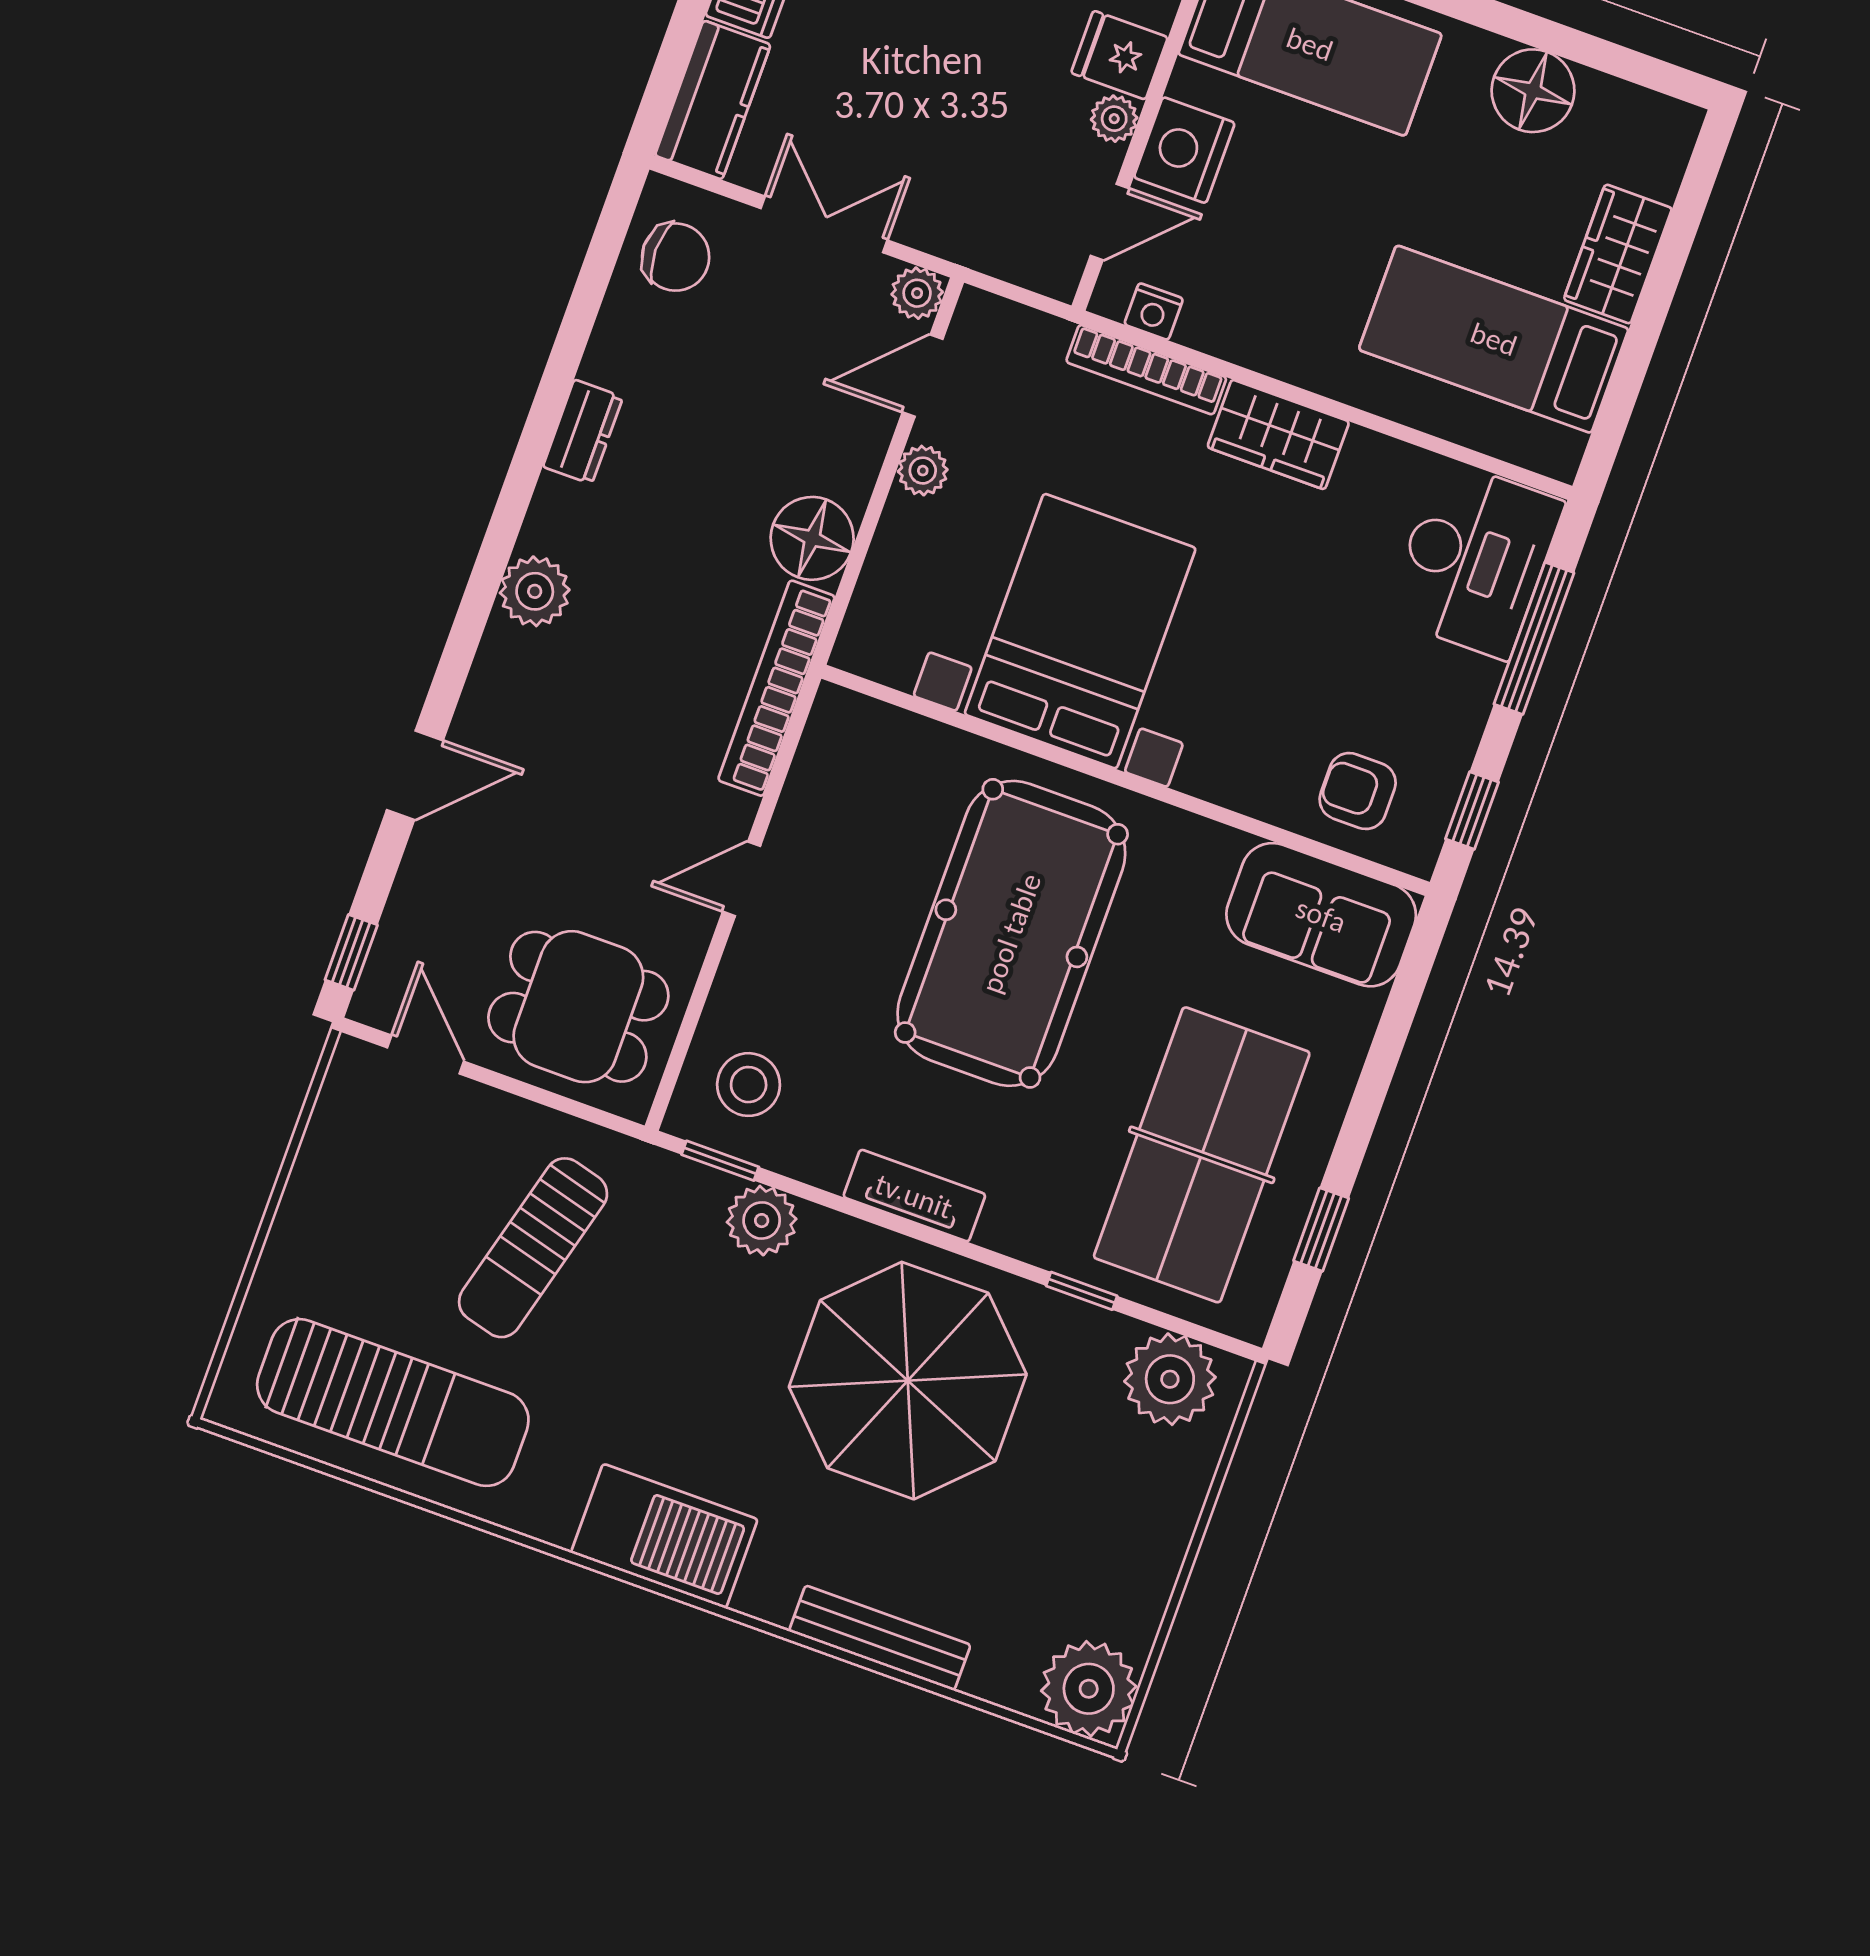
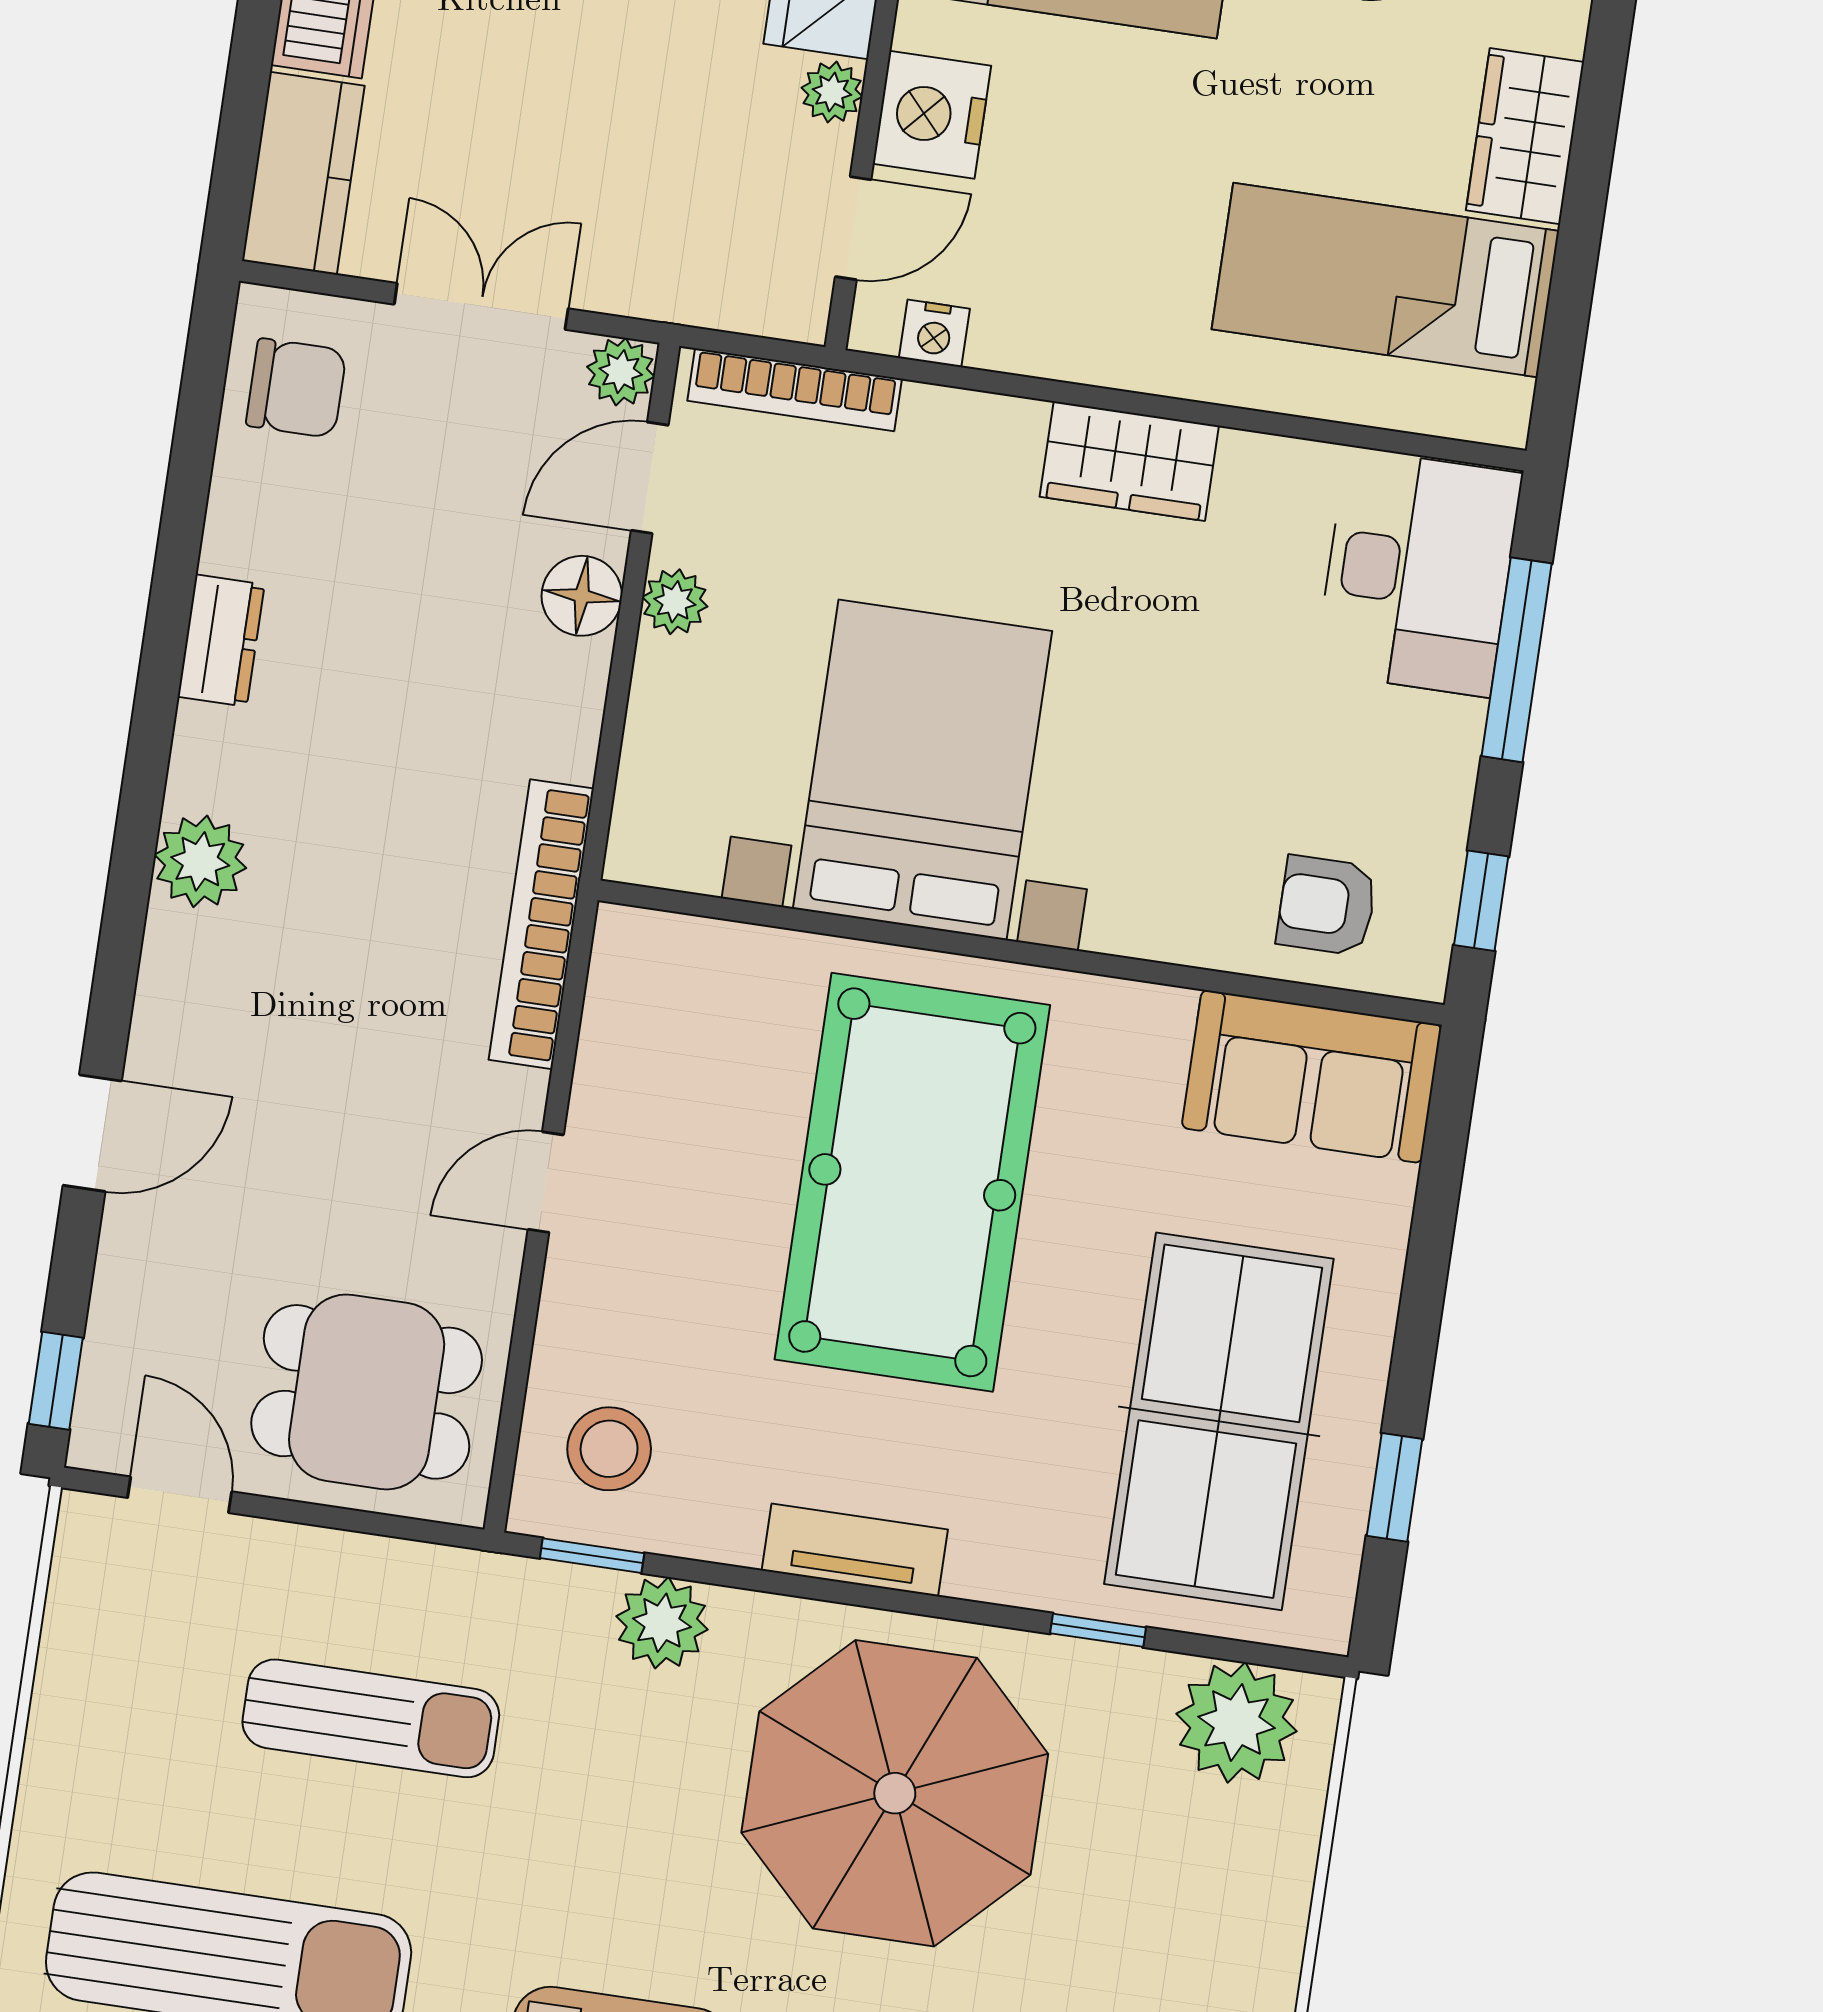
bookcase: (1146, 370) -> (795, 390), moved
floor lamp: (812, 538) -> (582, 596), moved, width x0.73, depth x0.73
sun lounger: (533, 1248) -> (371, 1718), turned -105

